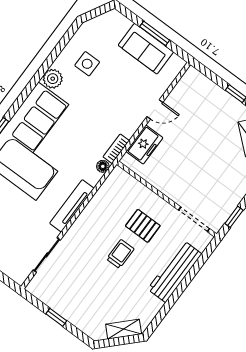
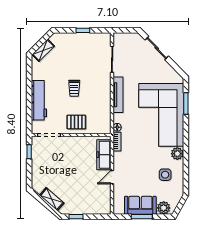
plant: (119, 24) -> (164, 208), added
freezer: (144, 145) -> (104, 155), width x1.40
pallet: (143, 226) -> (76, 122), moved

